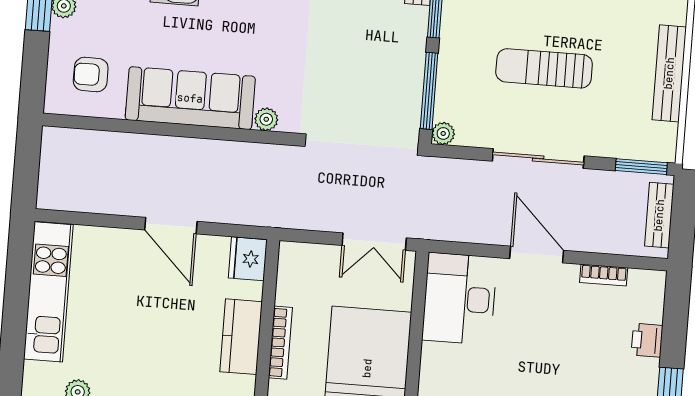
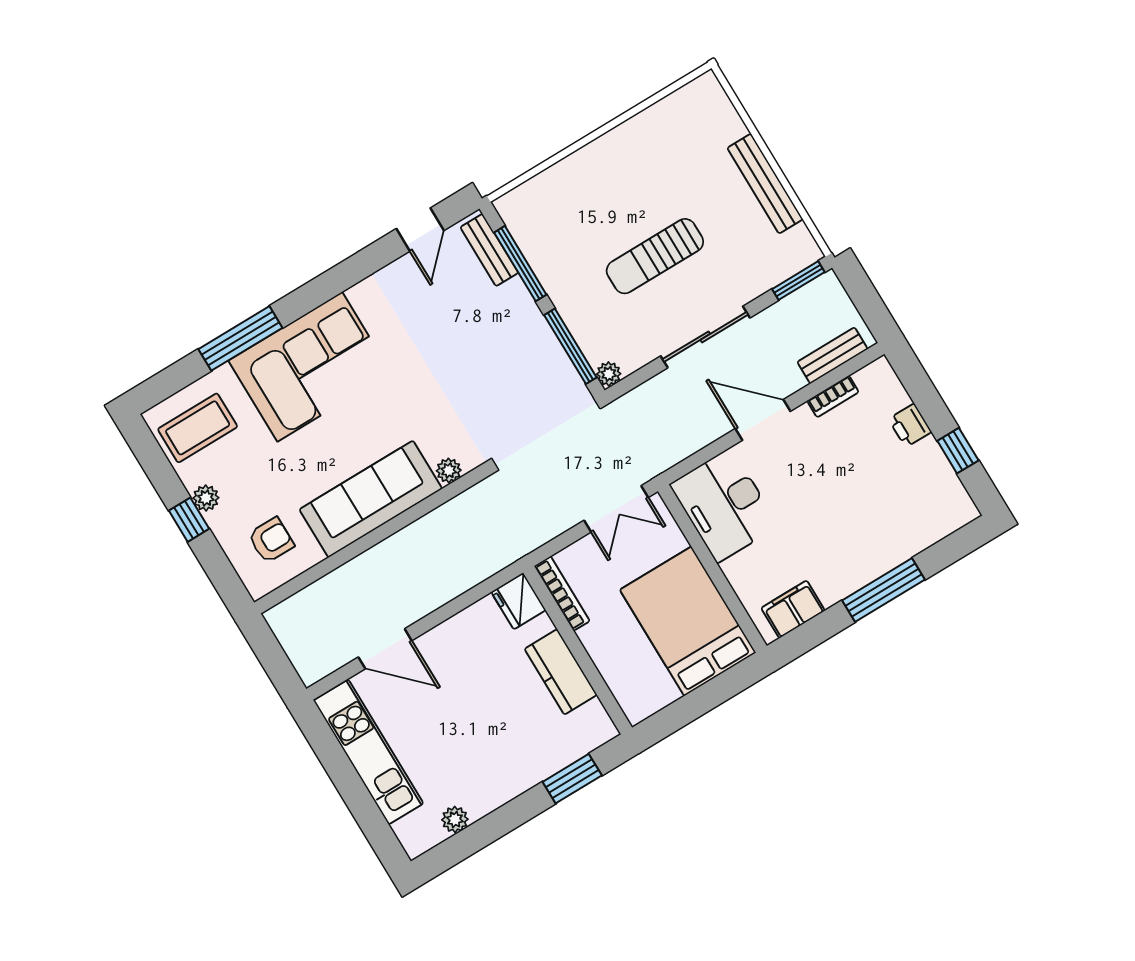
armchair: (91, 75) -> (271, 540), turned 180
bench: (659, 215) -> (832, 355), moved, turned 90
door: (171, 226) -> (385, 649), moved
bookcase: (280, 343) -> (562, 593), moved

